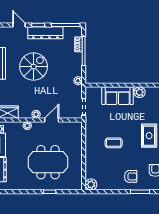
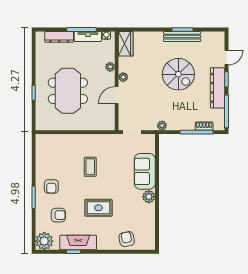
door: (52, 120) -> (117, 95), swing flipped
plant: (91, 184) -> (42, 141), removed

